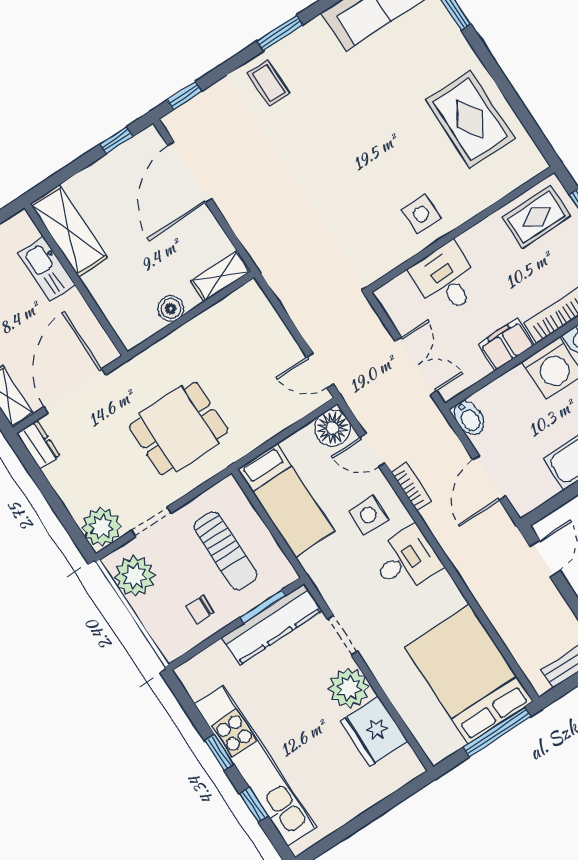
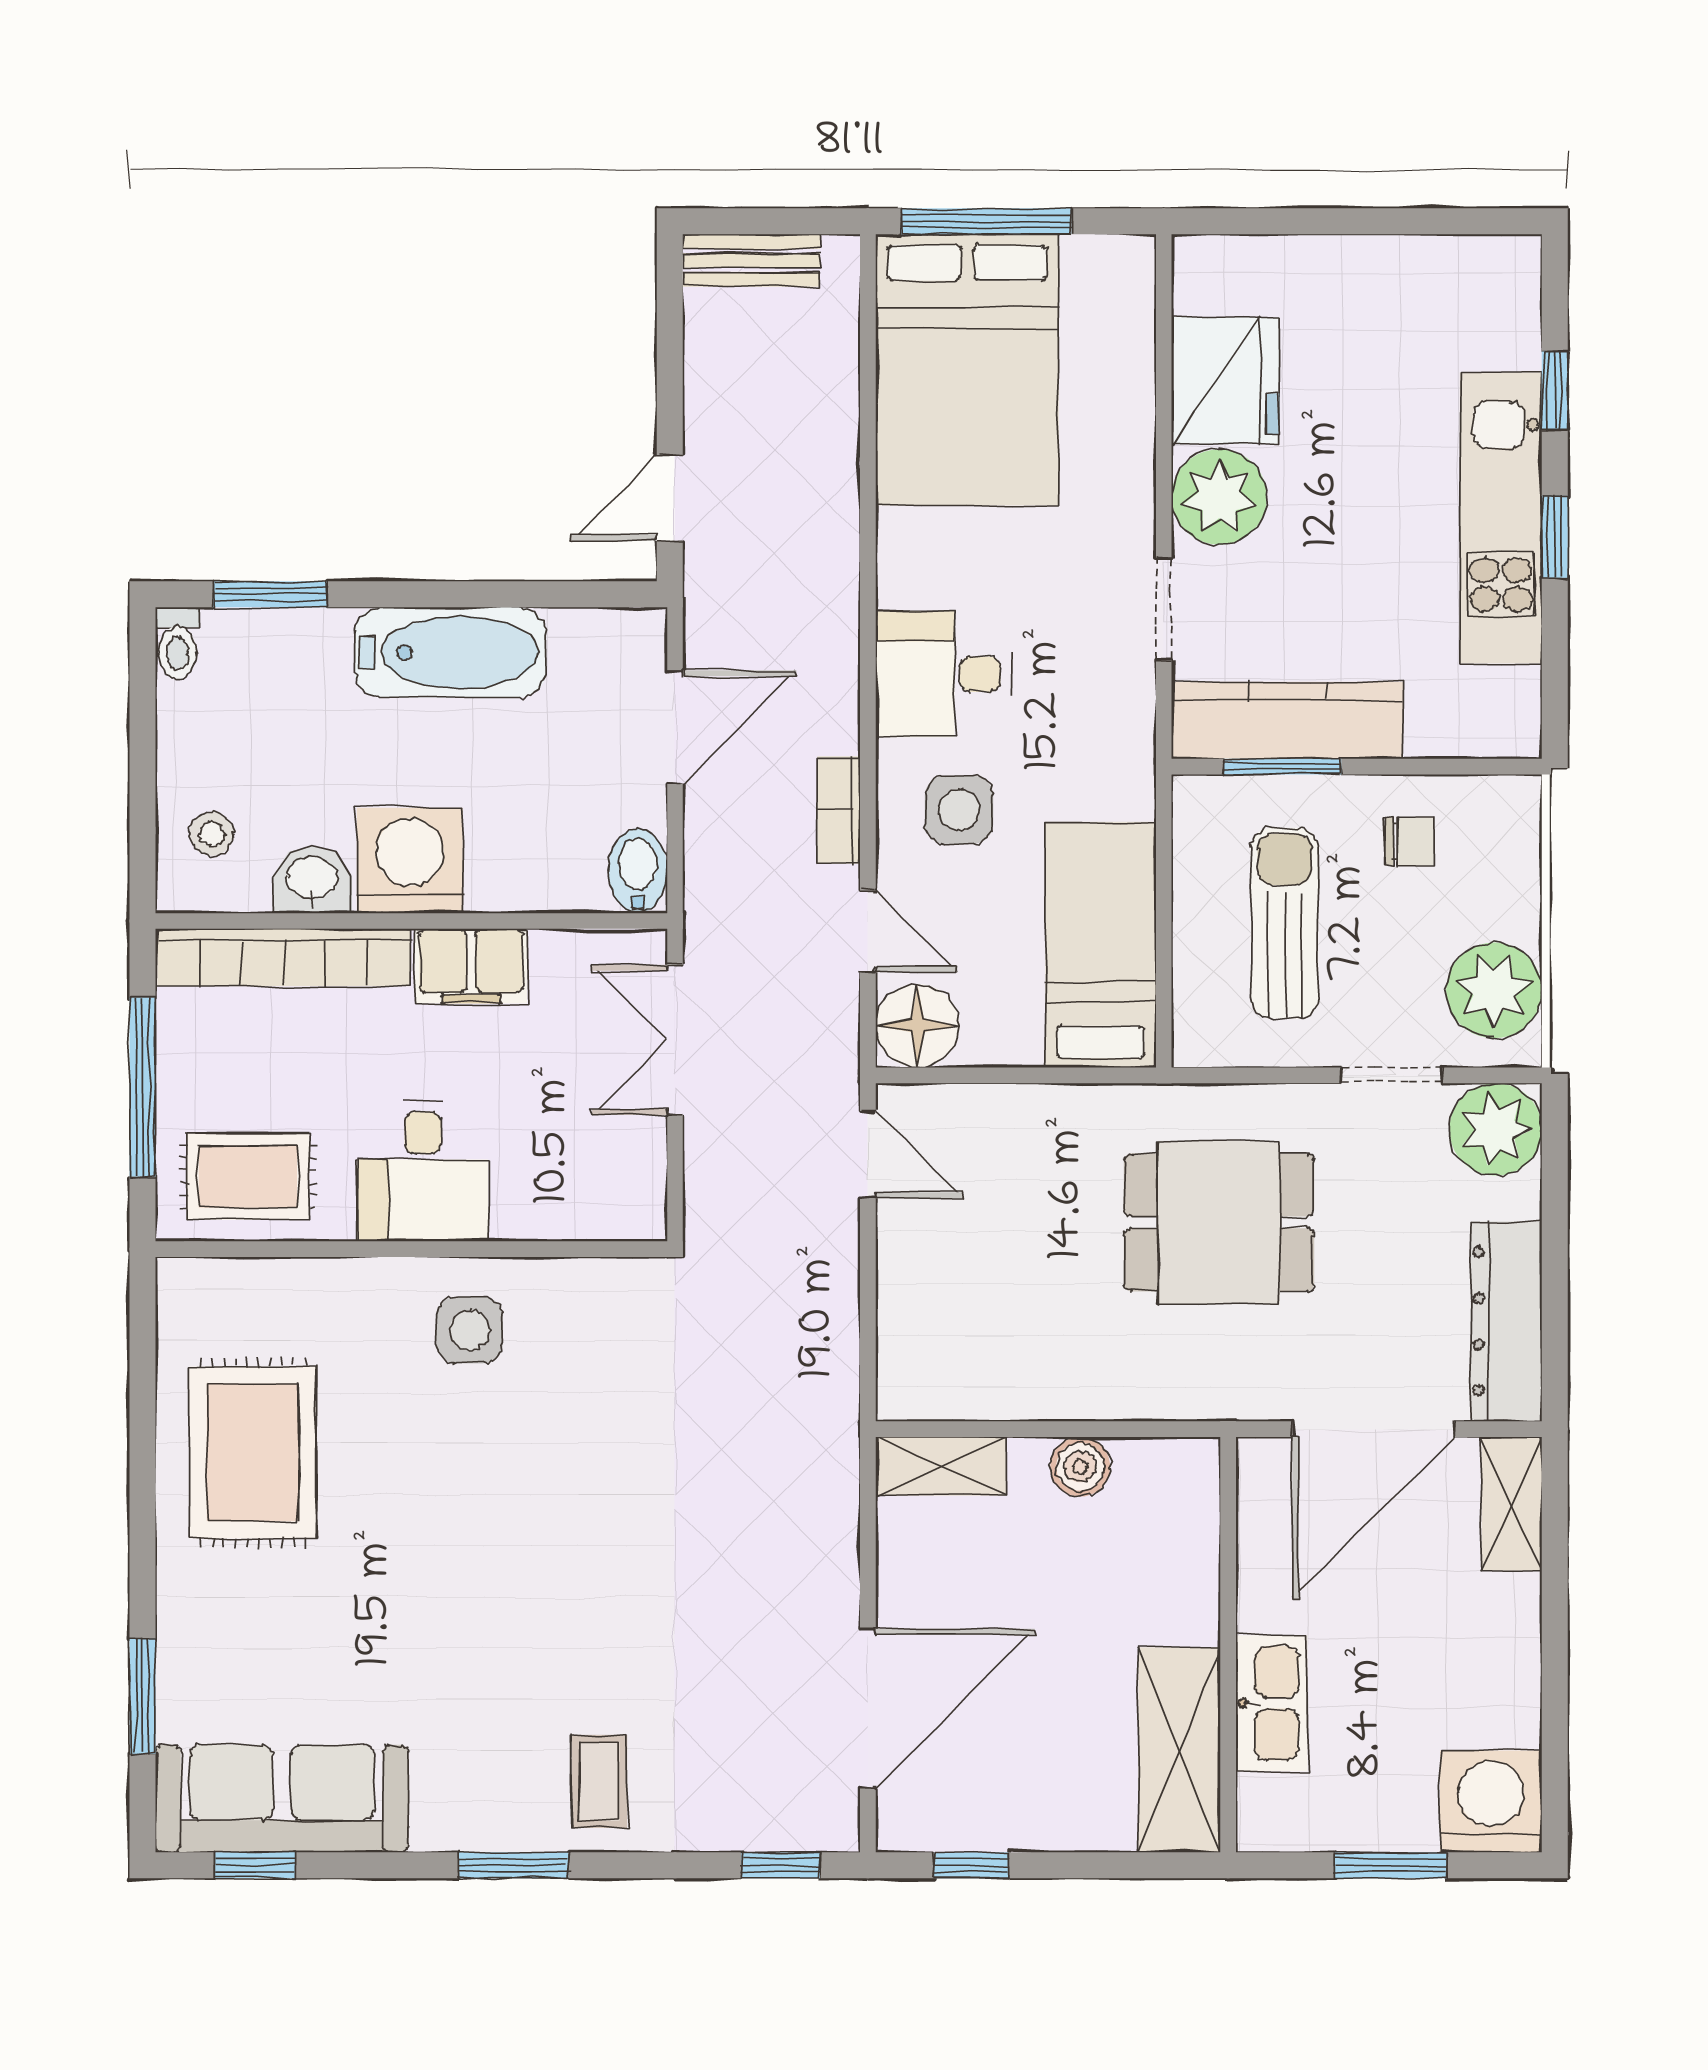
desk: (446, 279) -> (423, 1171), moved
dresser: (38, 445) -> (1506, 1321), width x1.96, depth x1.24
kitchen unit: (256, 766) -> (1501, 518), width x0.73

